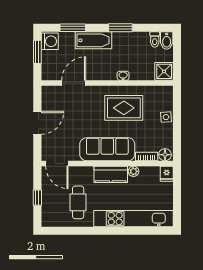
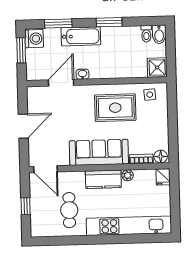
washbasin: (123, 76) -> (83, 74), moved
side table: (166, 117) -> (150, 95), moved

